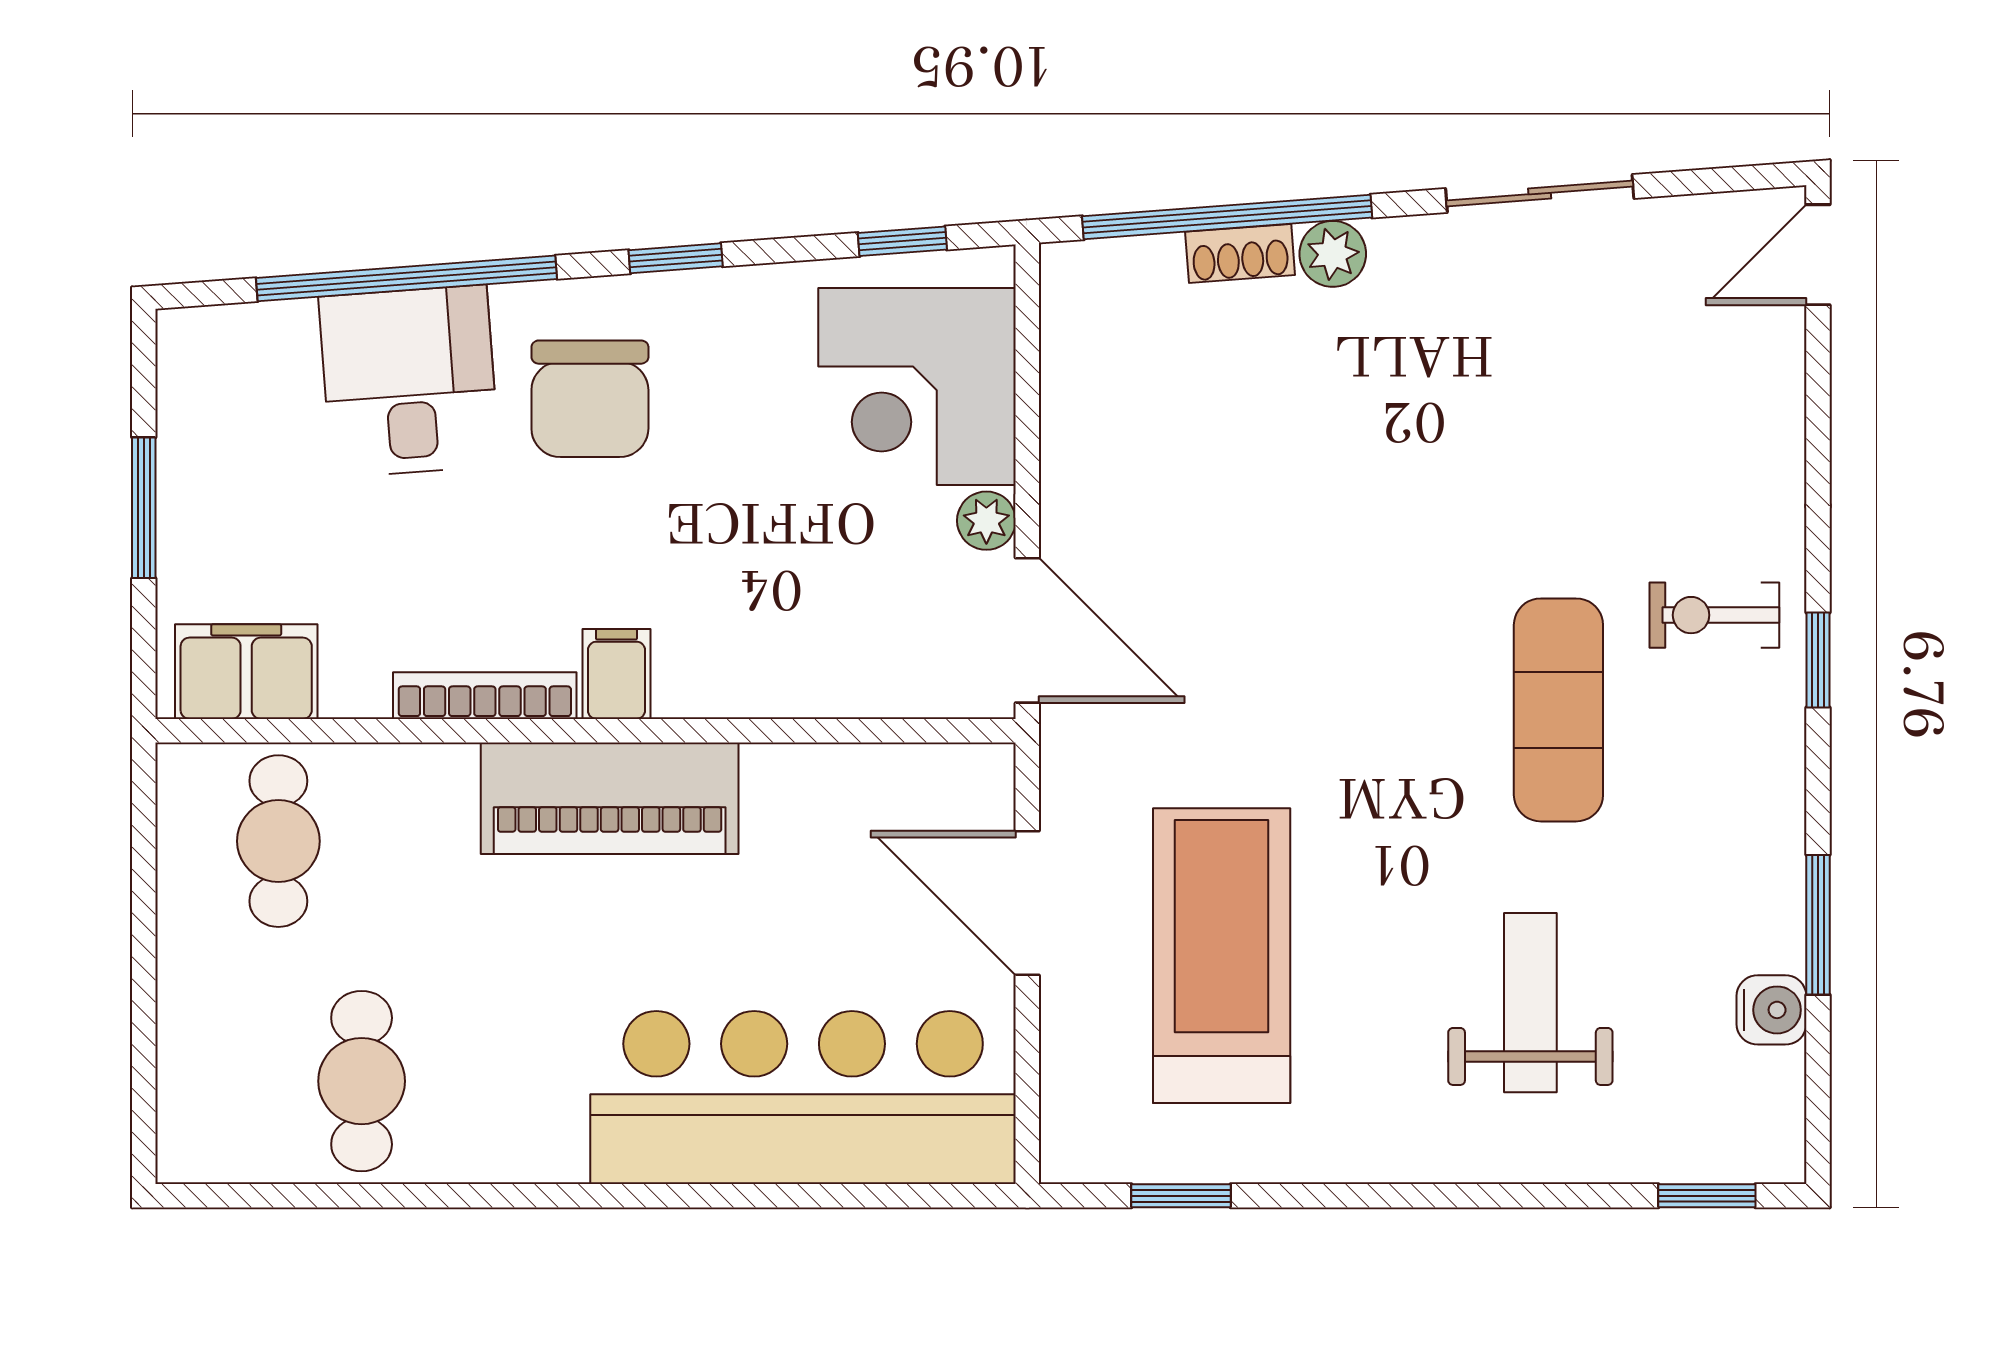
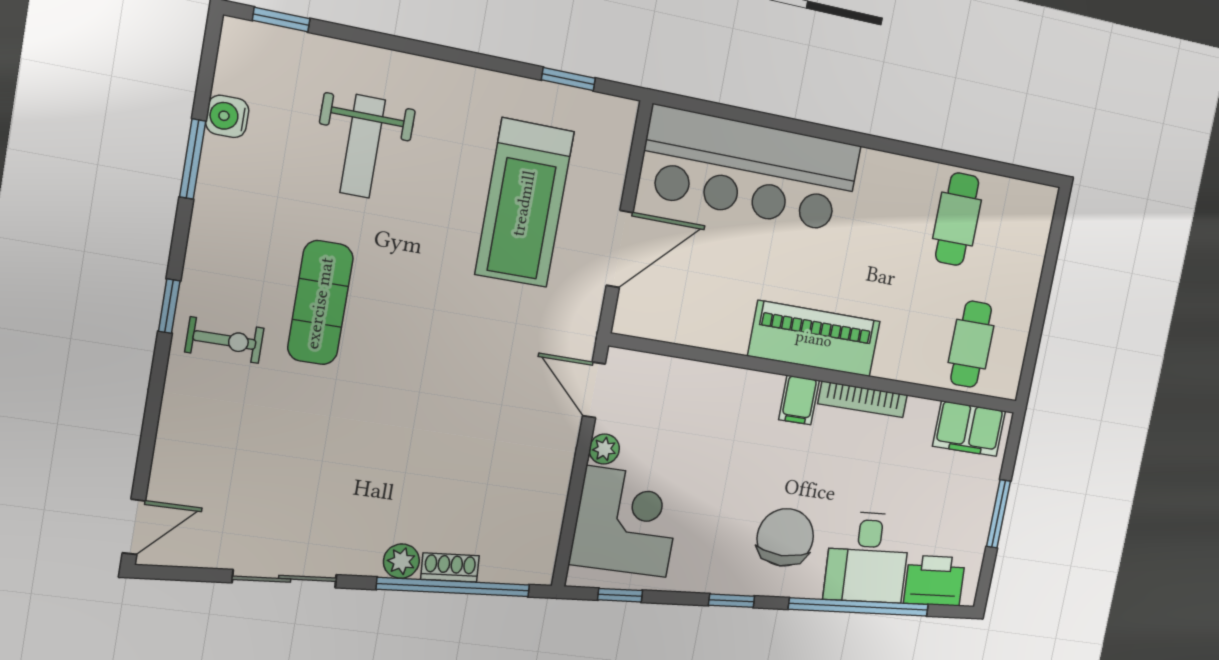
printer: (255, 352) -> (934, 581), added
door: (1027, 630) -> (594, 390), width x0.73
door: (1027, 903) -> (620, 249), hinge flipped

